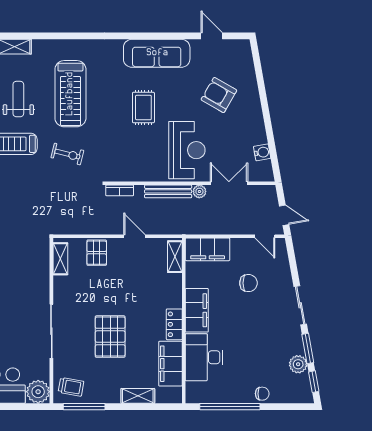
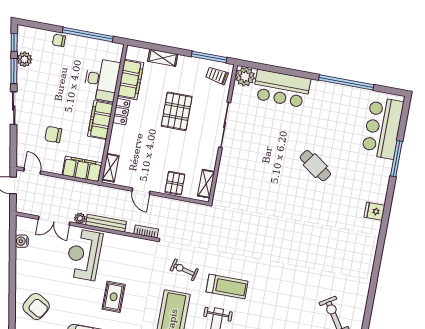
armchair: (219, 95) -> (36, 306), moved

